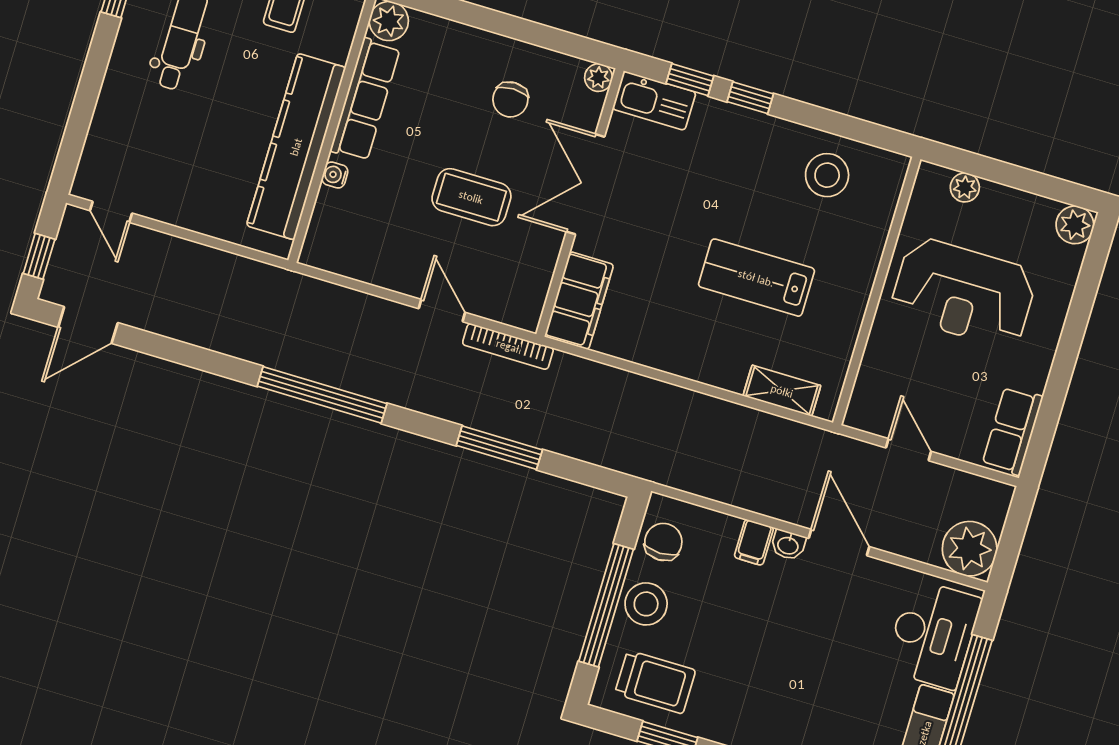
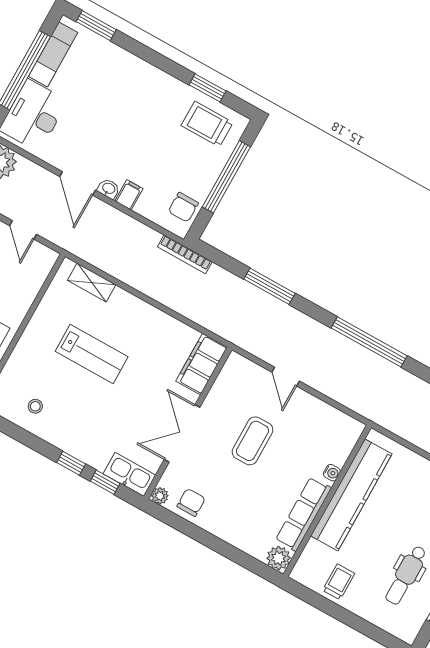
chair: (510, 100) -> (191, 502), moved
stool: (827, 175) -> (35, 406), width x0.53, depth x0.53
double door: (585, 184) -> (182, 433), swing flipped
coffee table: (471, 197) -> (253, 441), turned 90
bookcase: (508, 346) -> (185, 254), moved, turned 180
stool: (646, 604) -> (202, 172), removed

